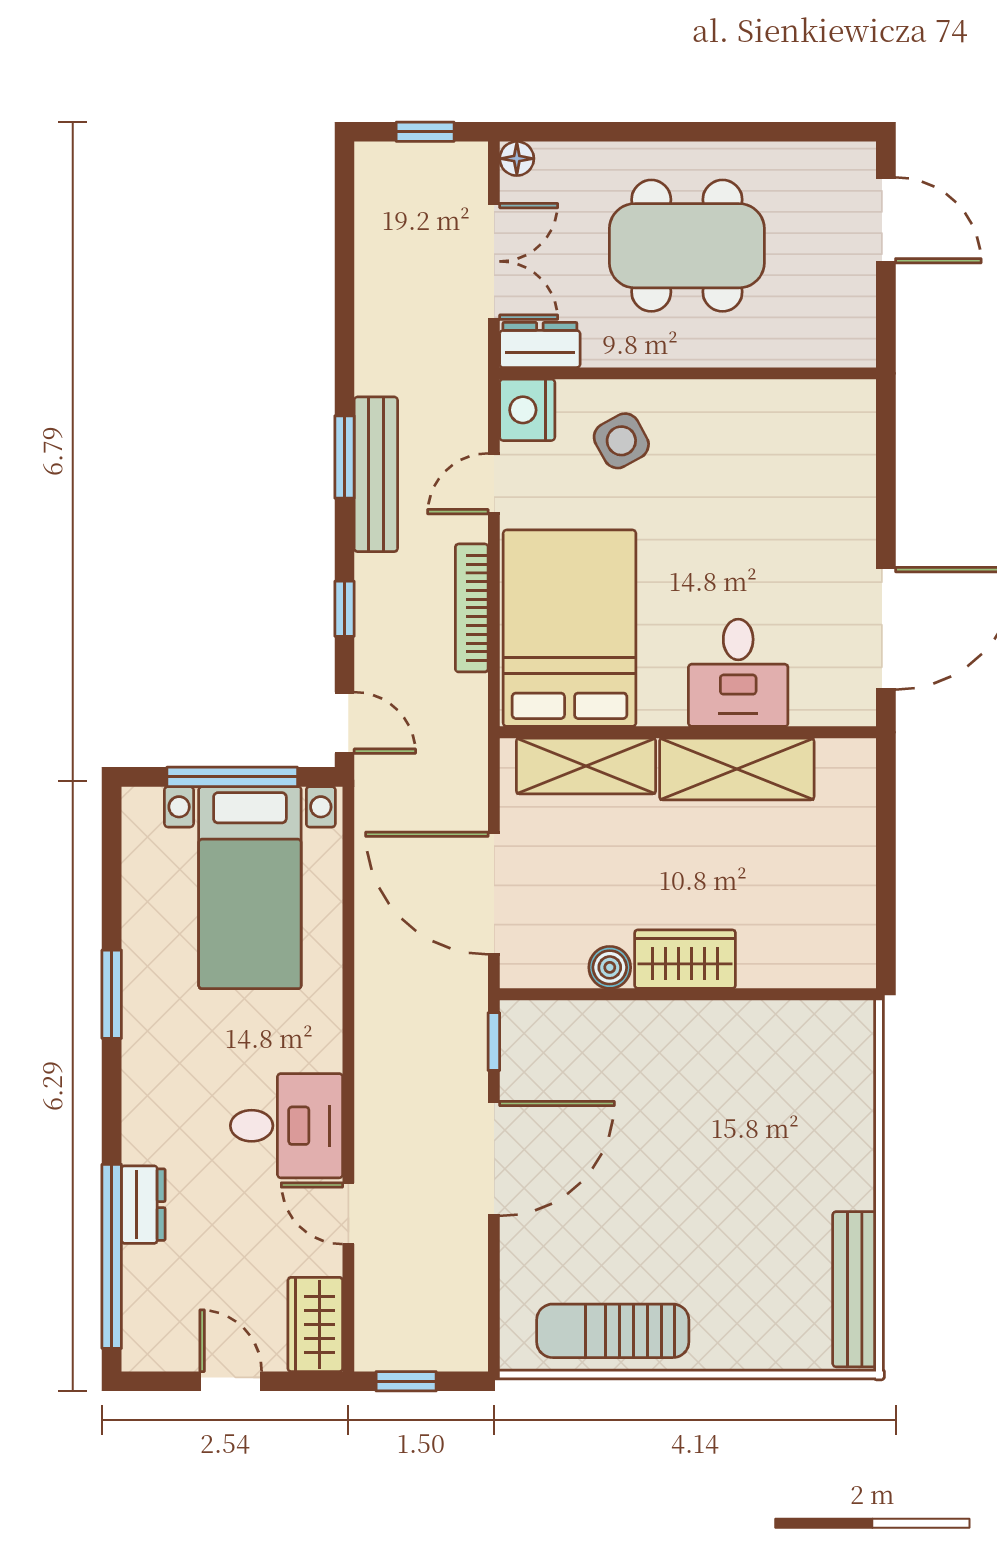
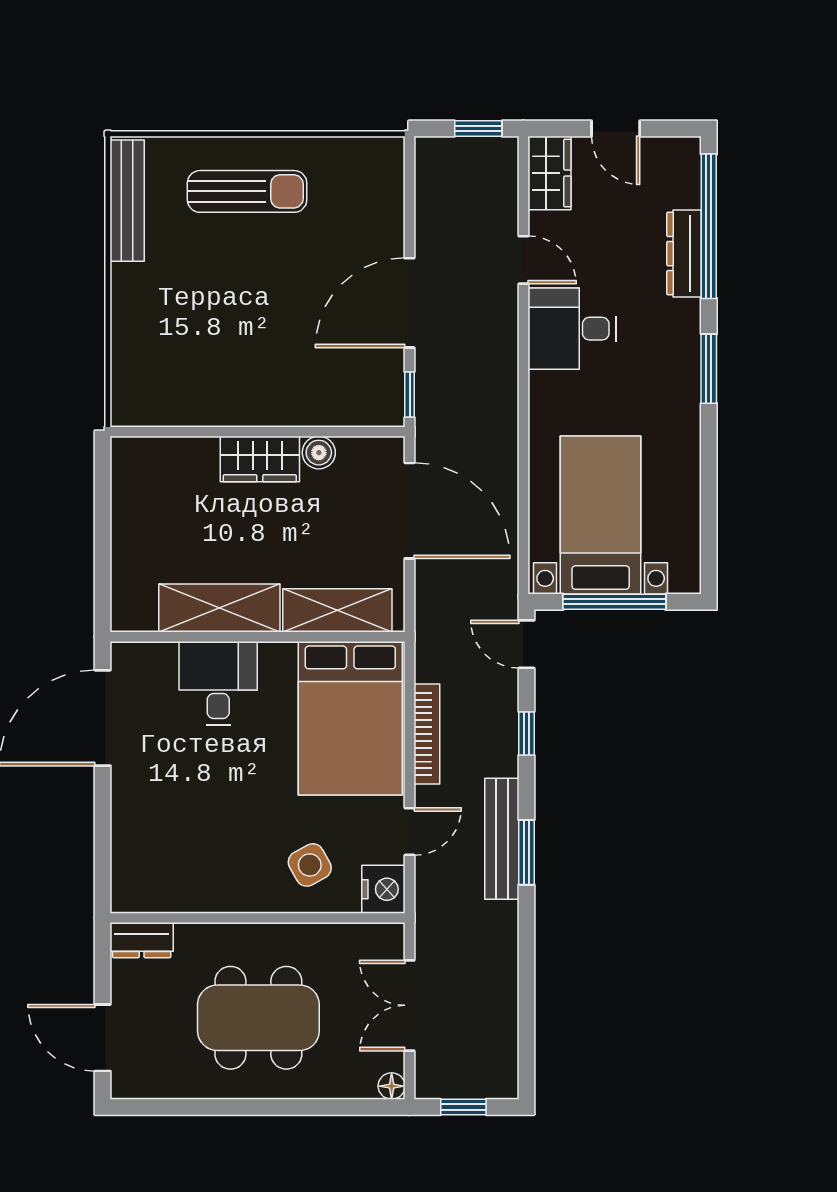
dresser: (540, 345) -> (142, 940), moved
window: (112, 994) -> (709, 369), moved
dresser: (143, 1205) -> (684, 254), width x1.44
sun lounger: (613, 1331) -> (247, 191), moved

